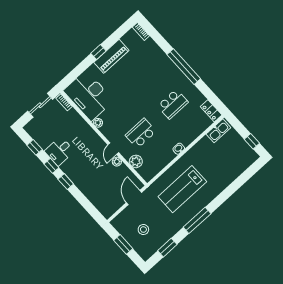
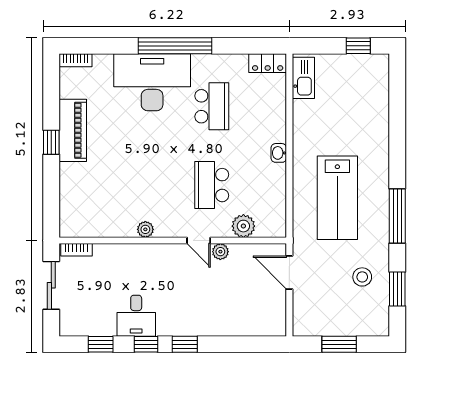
desk: (88, 96) -> (152, 82), moved, turned 180
stool: (143, 230) -> (362, 277), moved

